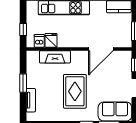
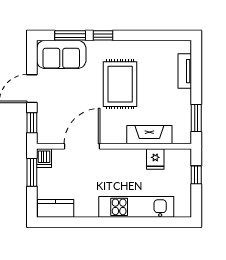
dishwasher: (39, 41) -> (44, 158), moved
window: (23, 83) -> (196, 118), moved

